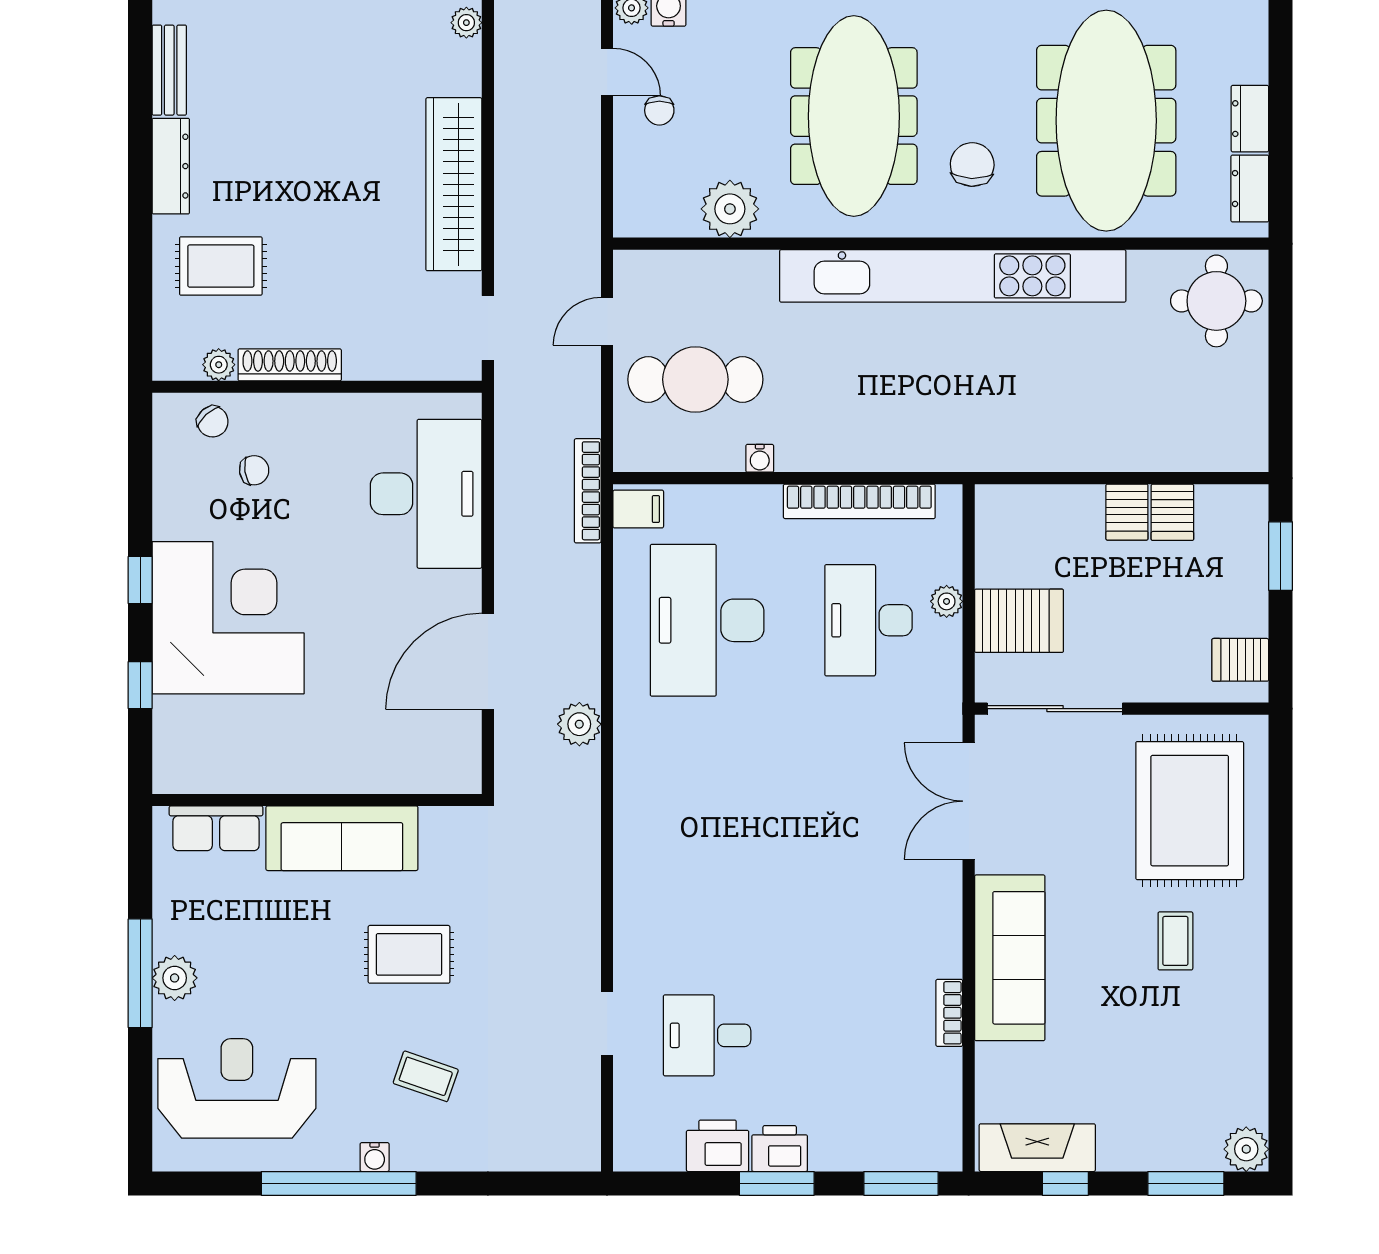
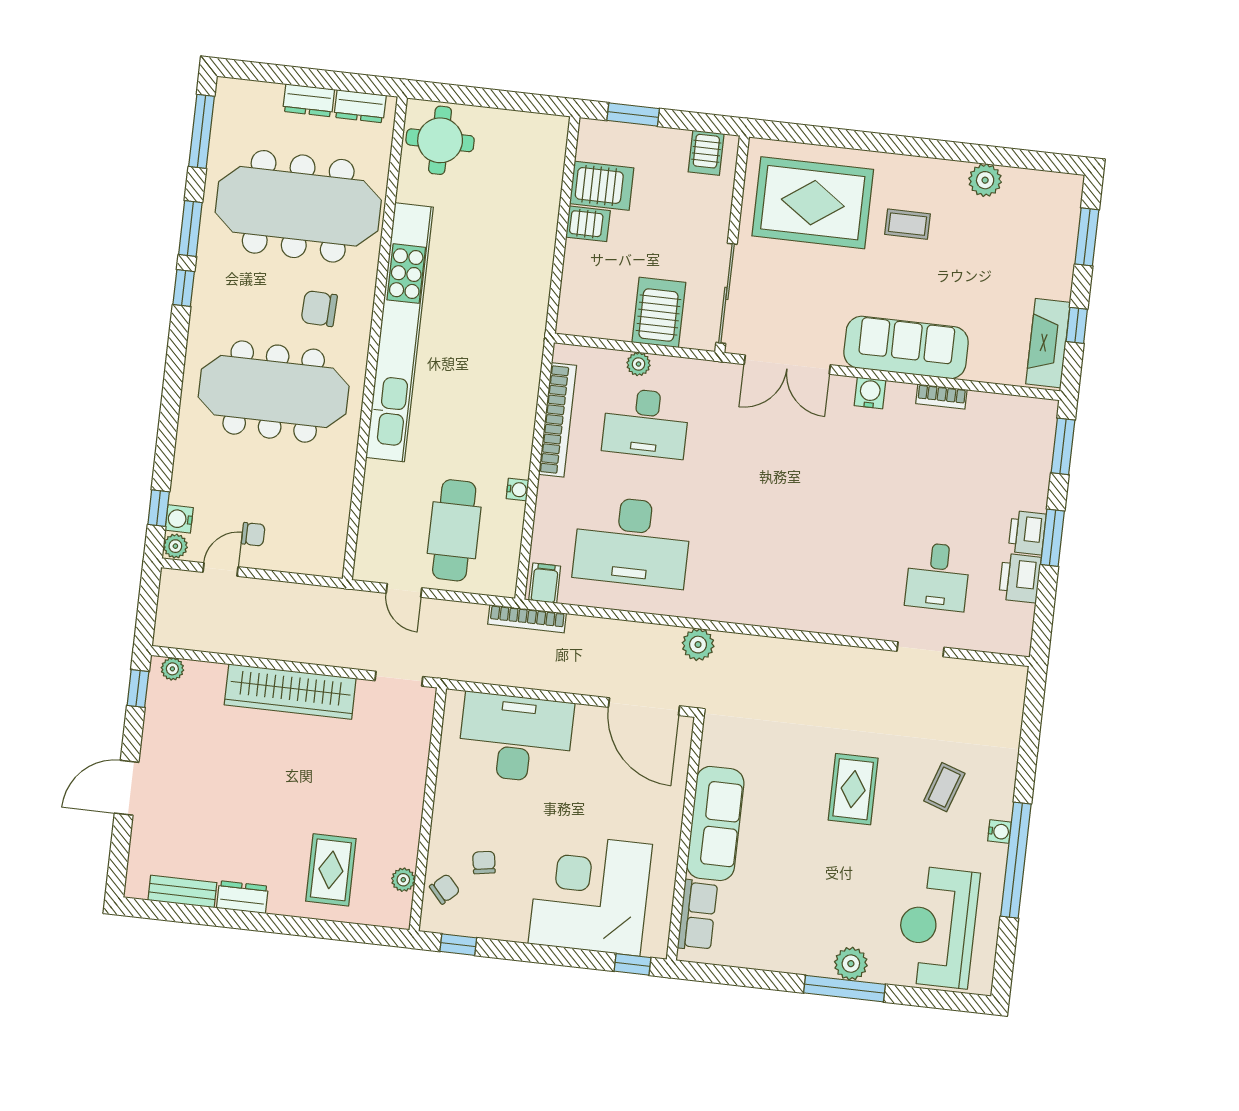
dresser: (171, 166) -> (242, 897), width x0.70
plant: (730, 209) -> (332, 491), removed
shoe rack: (290, 365) -> (409, 828), removed
server rack: (1172, 512) -> (602, 186), width x1.36, depth x1.44
window: (140, 580) -> (458, 945), moved
wall: (317, 800) -> (685, 839), moved
row of seats: (216, 828) -> (697, 915), moved
sofa: (342, 838) -> (715, 823), moved
water cooler: (943, 916) -> (870, 393), added
plant: (1246, 1149) -> (985, 180), moved

